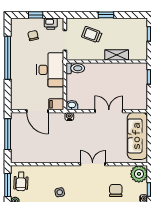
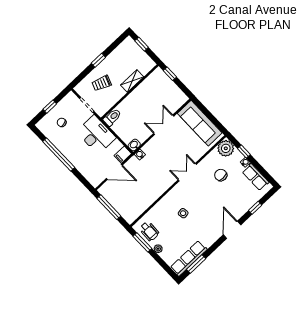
printer: (51, 24) -> (66, 103), removed

